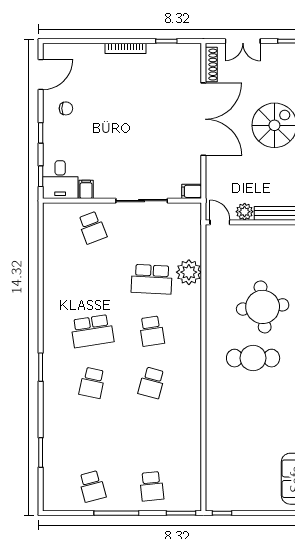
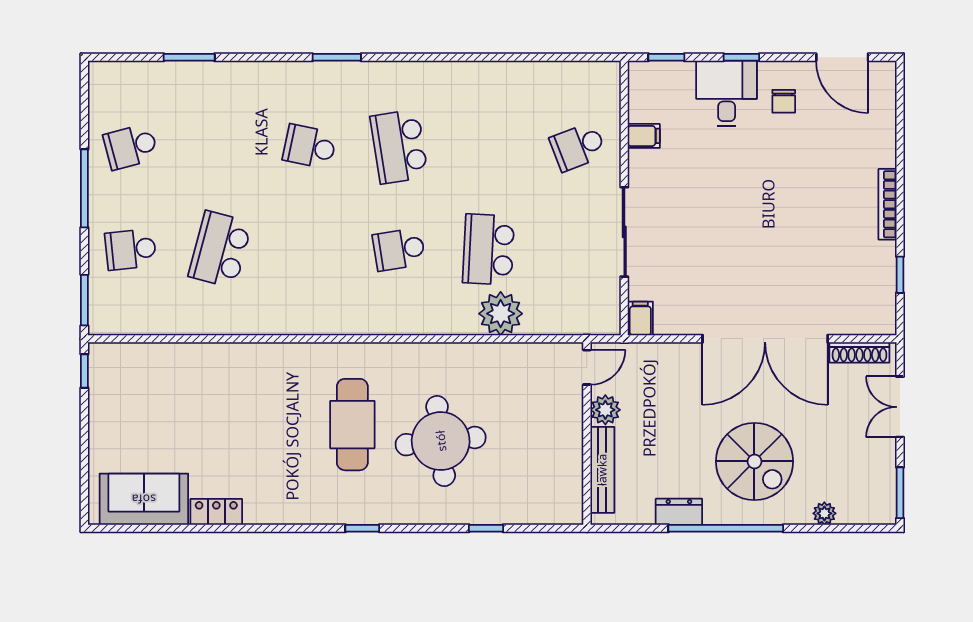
desk: (60, 180) -> (727, 94), moved, turned 90
school desk: (152, 383) -> (220, 249), moved, width x1.85

